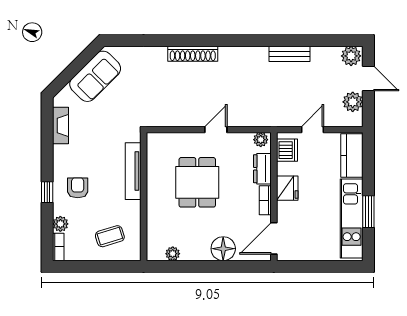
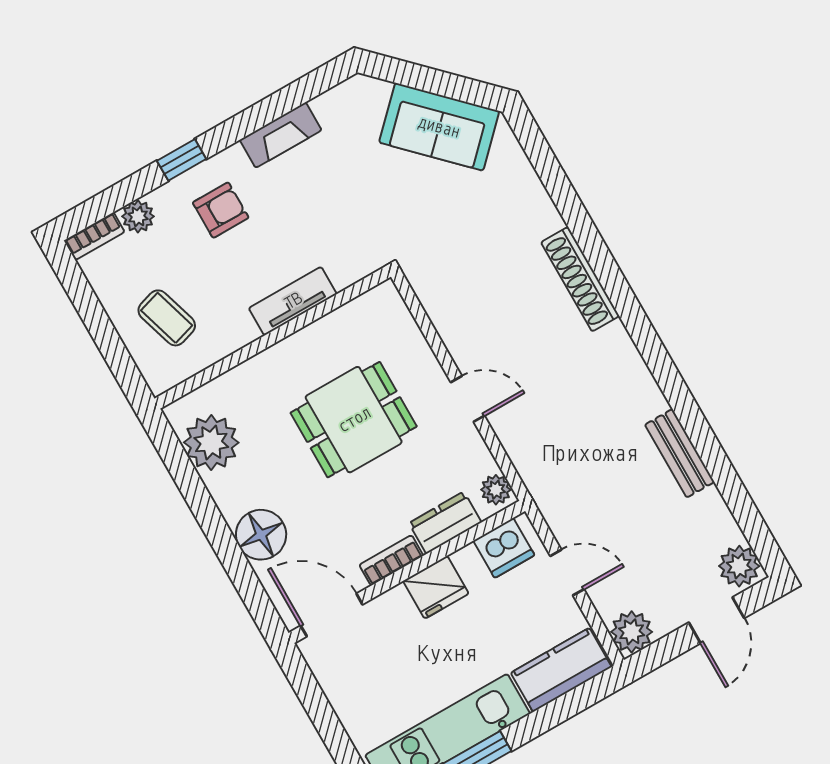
plant: (353, 102) -> (632, 632), moved
fireplace: (61, 125) -> (281, 135), moved
tv unit: (133, 171) -> (293, 301), width x0.71
plant: (173, 254) -> (211, 443), width x1.87, depth x1.87

